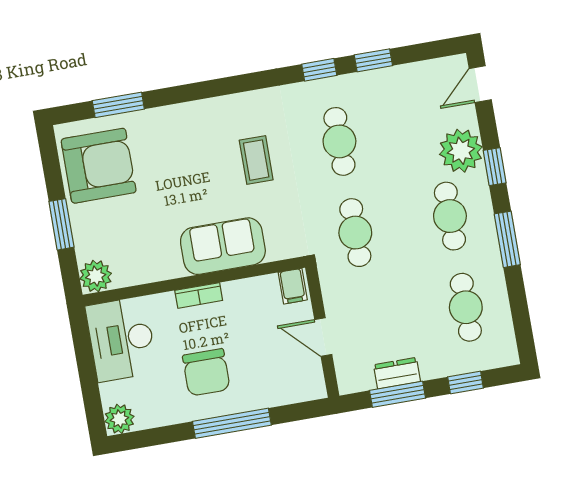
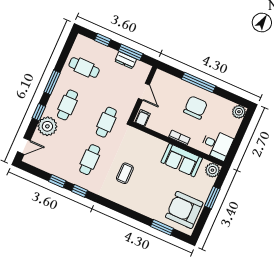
sofa: (223, 246) -> (182, 160), moved
cafe table: (466, 307) -> (84, 68), turned 90
desk: (121, 339) -> (217, 145), width x0.73

